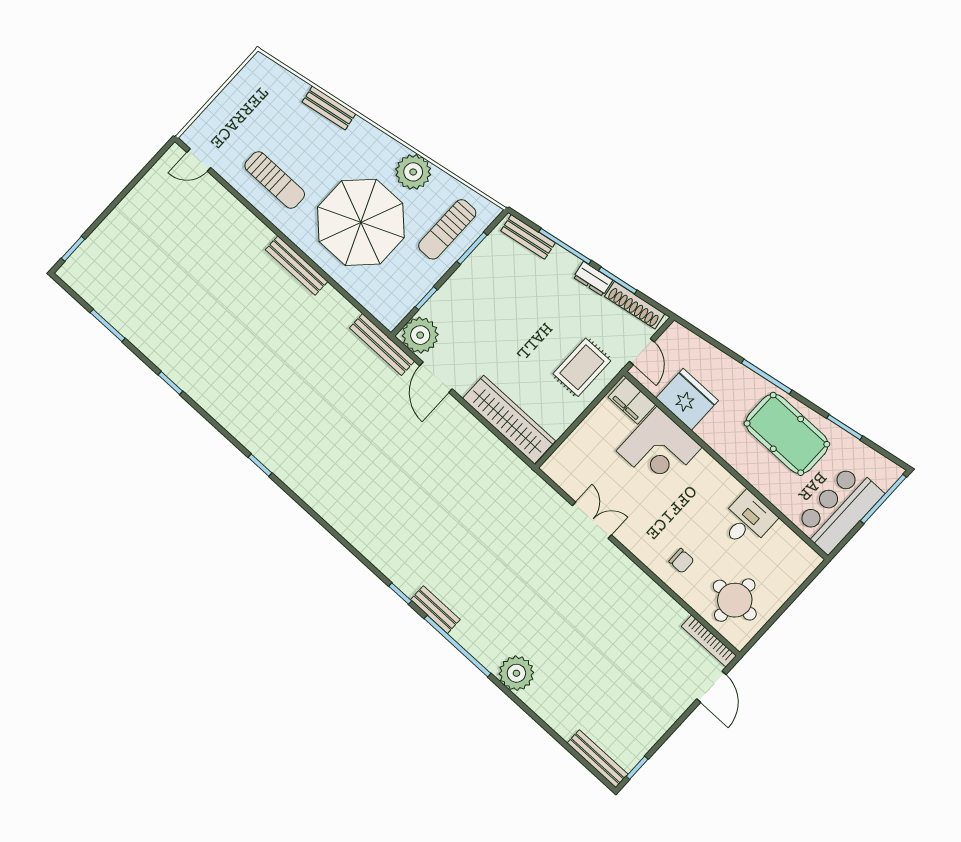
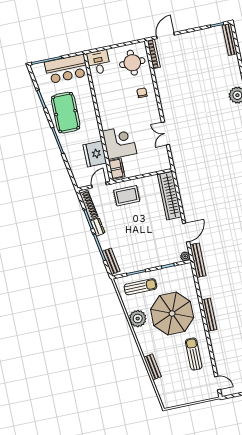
plant: (420, 335) -> (185, 256), width x0.53, depth x0.53
desk: (747, 520) -> (99, 62), moved, turned 90

